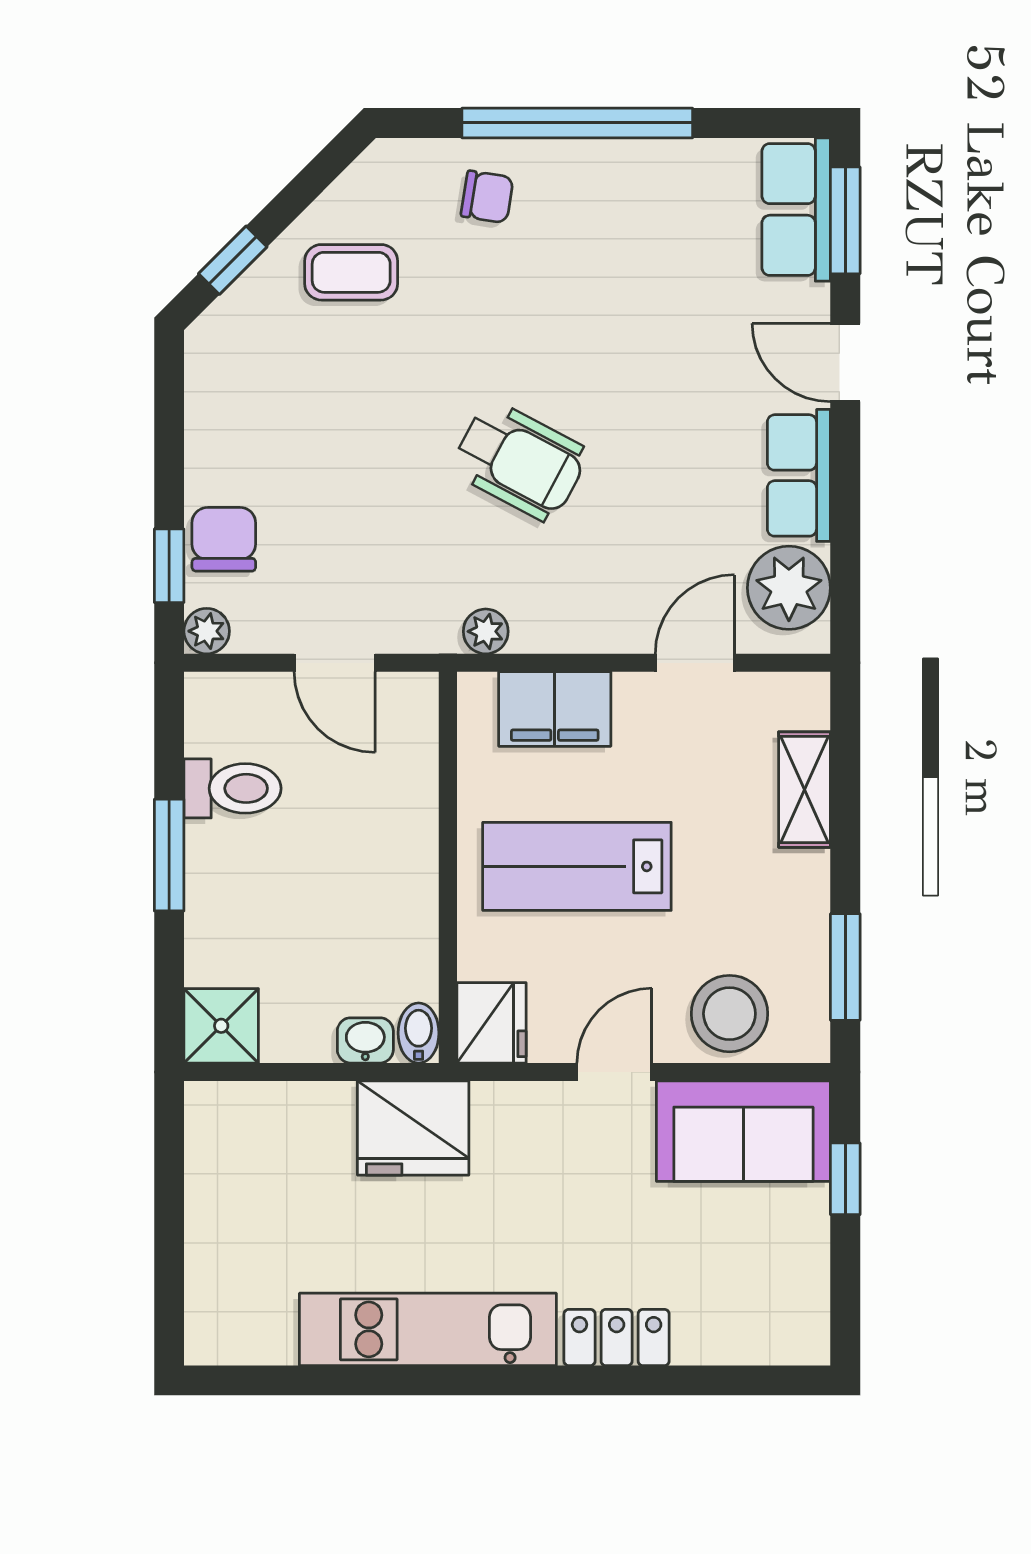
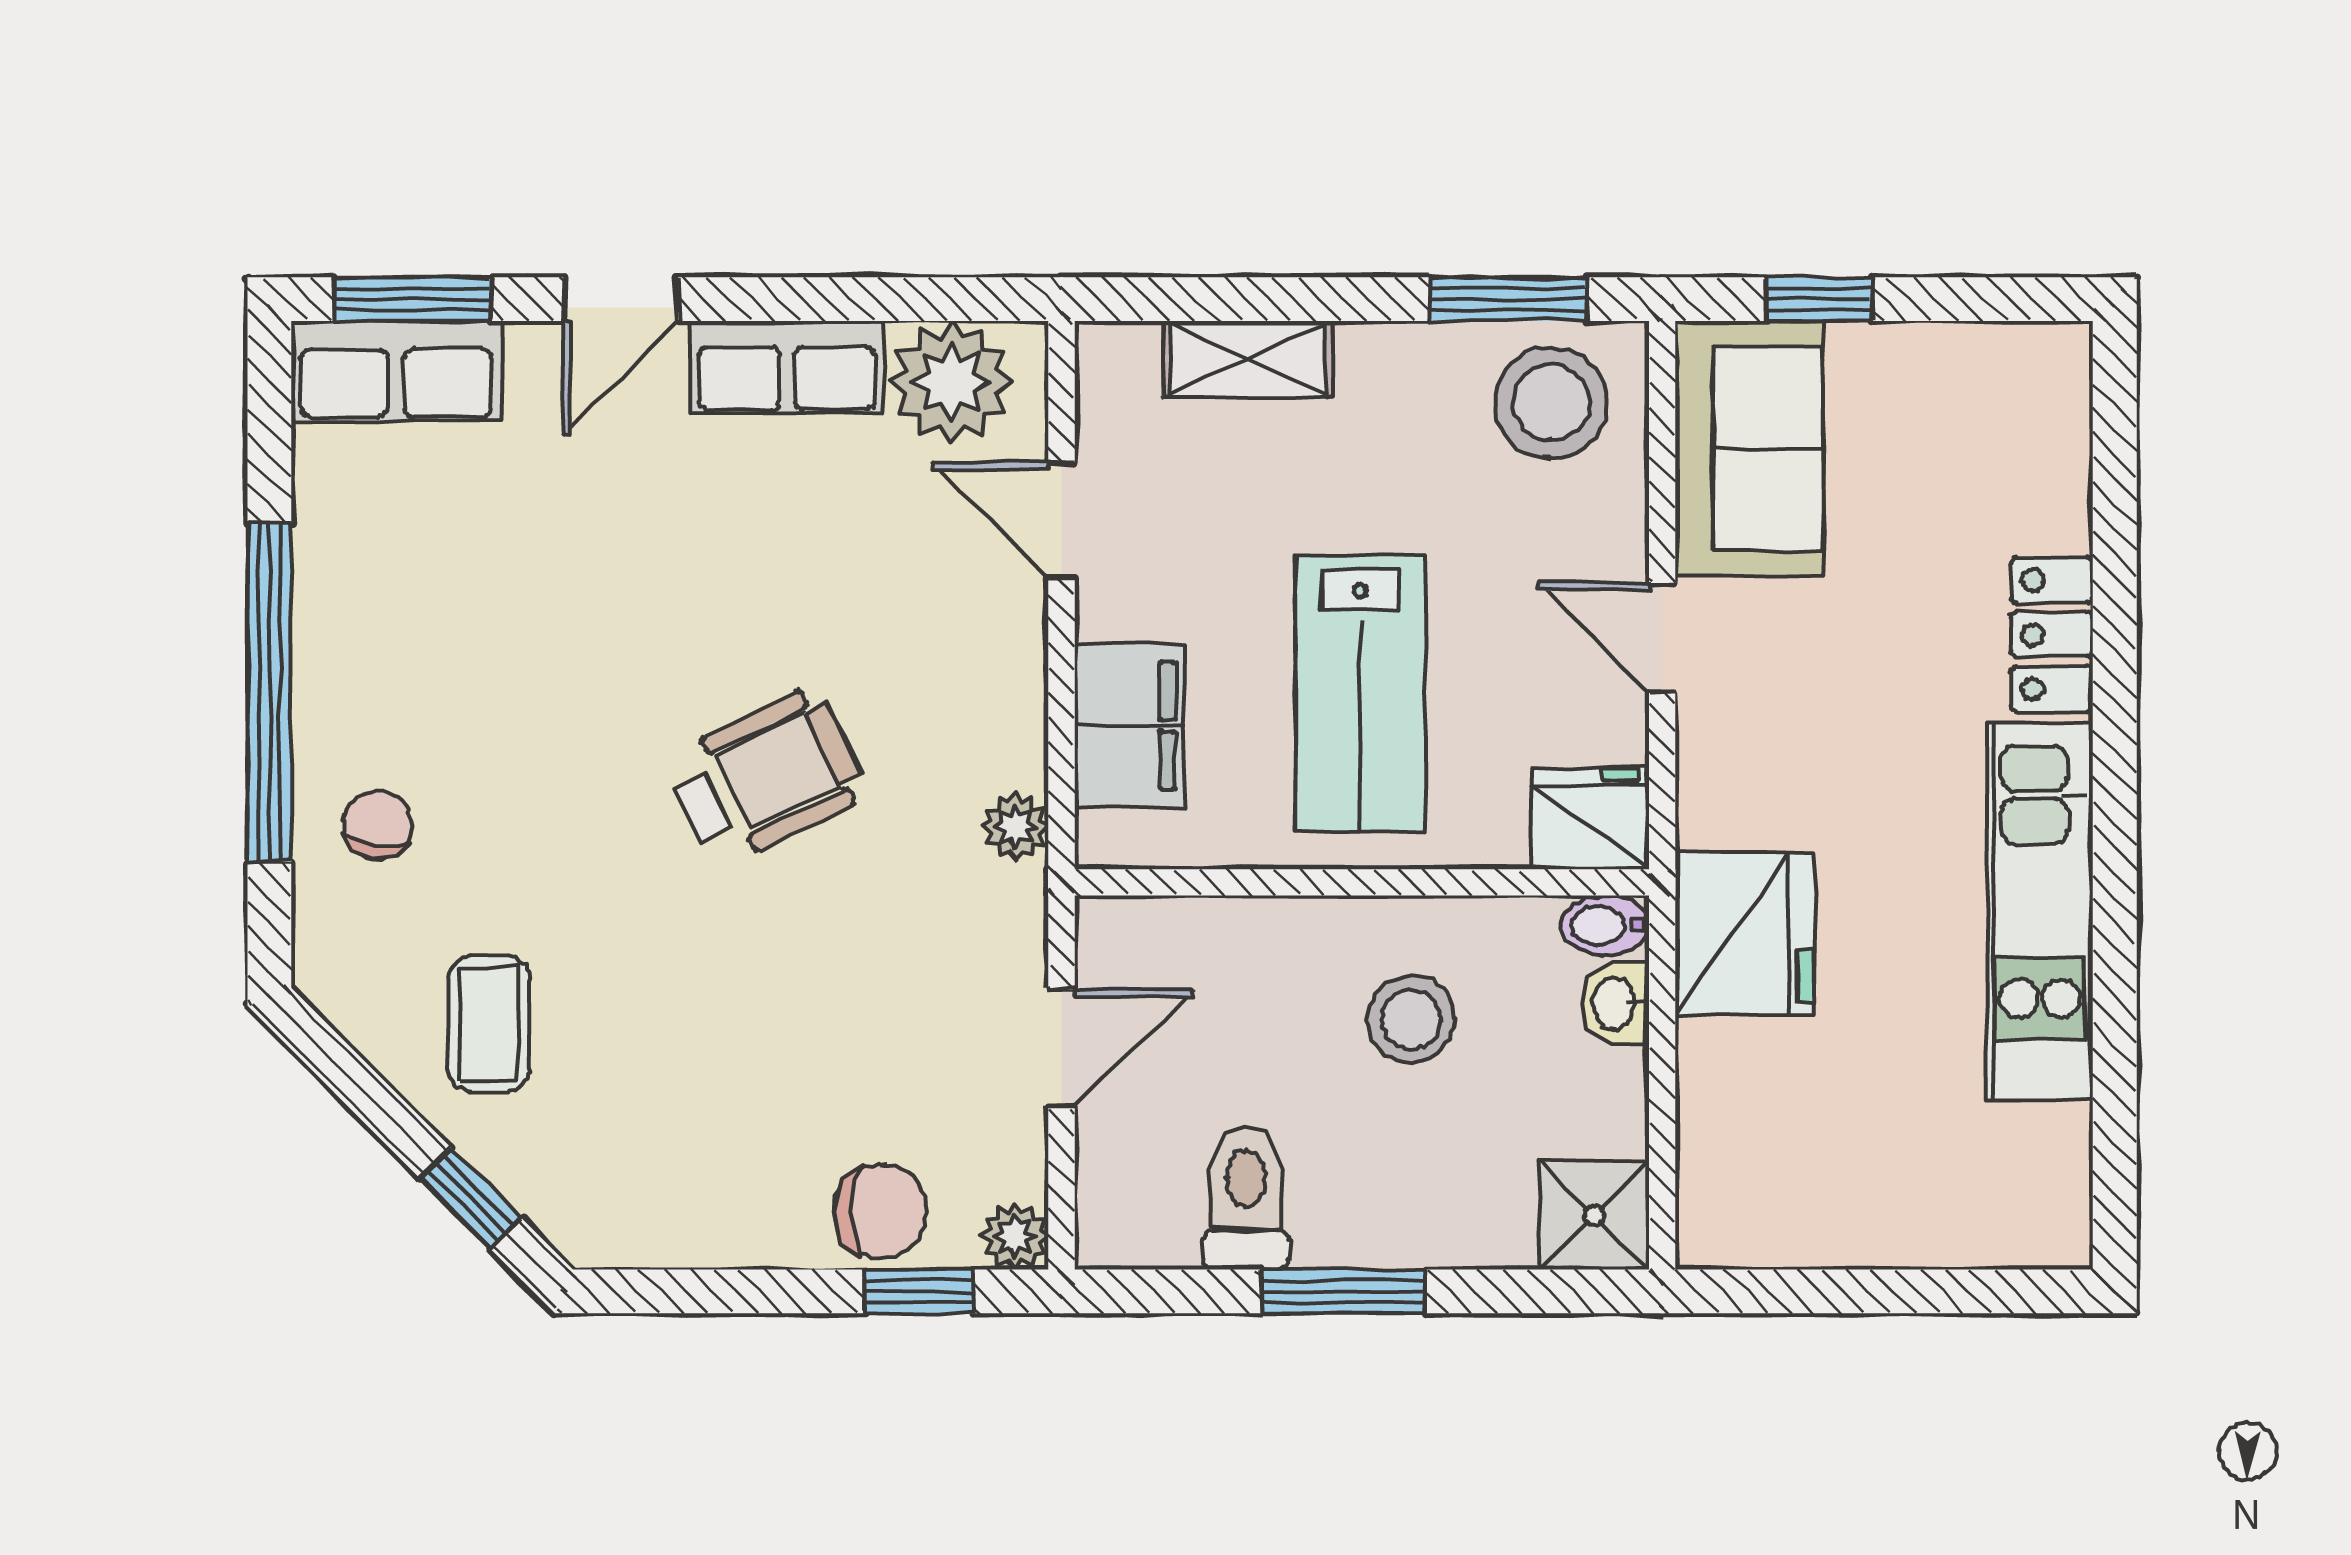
wheelchair: (520, 461) -> (765, 777), turned 36
chair: (224, 539) -> (880, 1211), turned 180
stool: (355, 901) -> (1411, 1019), added
stool: (729, 1014) -> (1551, 403), moved

